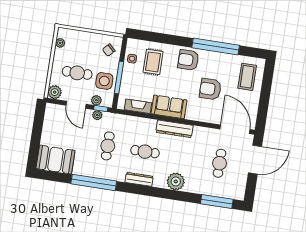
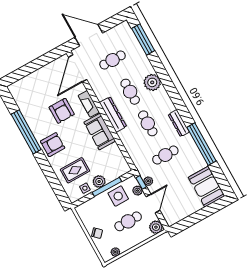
chair: (109, 50) -> (97, 233), moved
armchair: (188, 60) -> (53, 145), turned -90
cafe table: (77, 73) -> (128, 221), turned 90
plant: (128, 75) -> (99, 182), added
coffee table: (247, 77) -> (31, 90), removed
fireplace: (138, 106) -> (89, 104), moved
cafe table: (182, 157) -> (130, 92), added
dresser: (139, 179) -> (179, 123), moved

